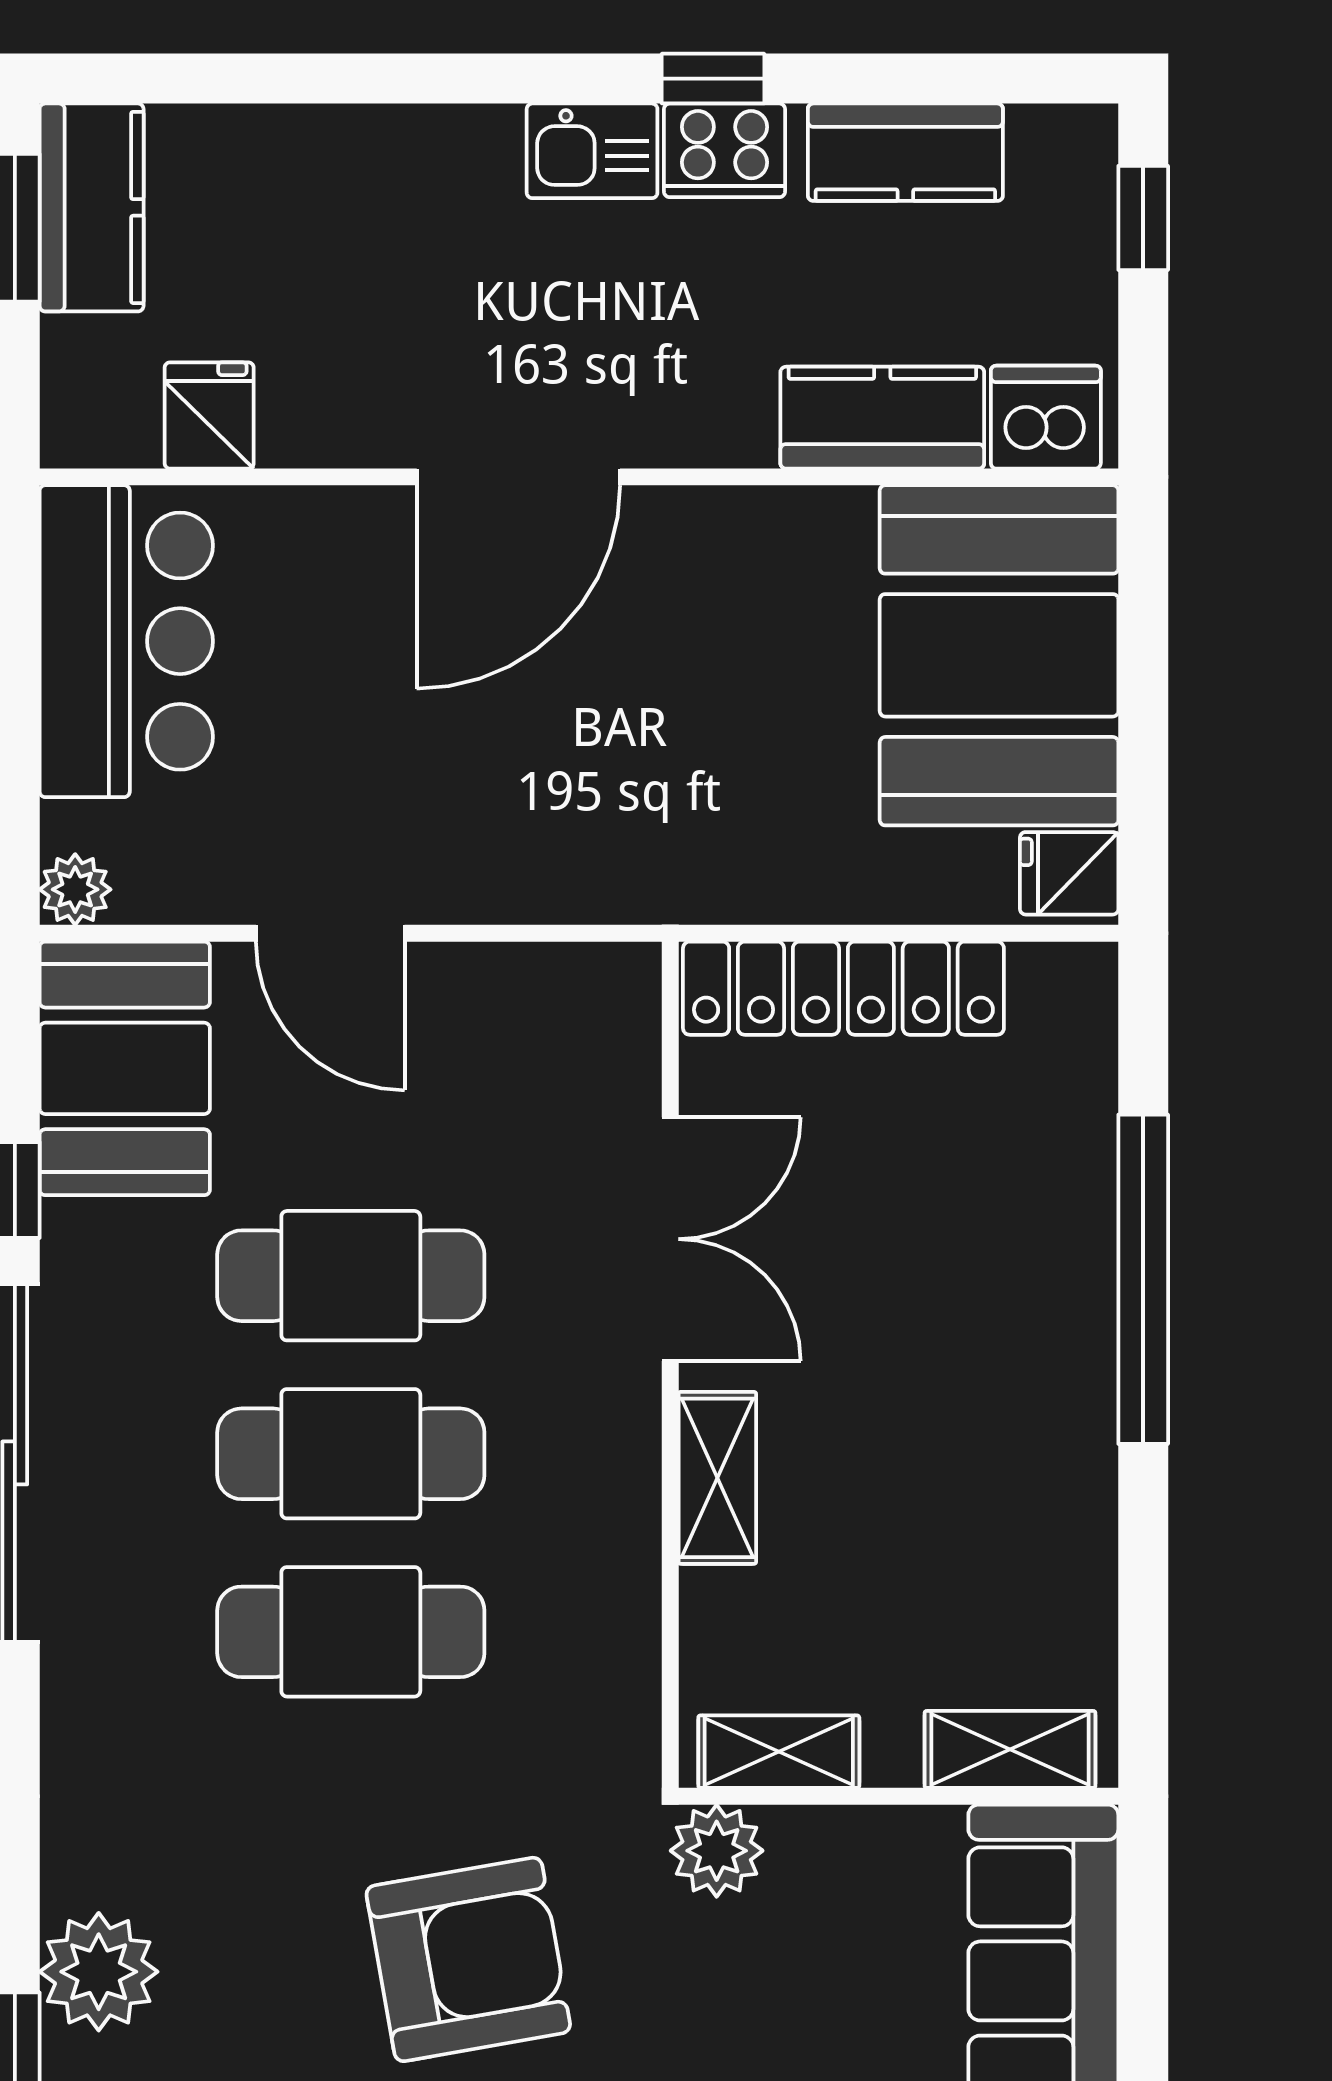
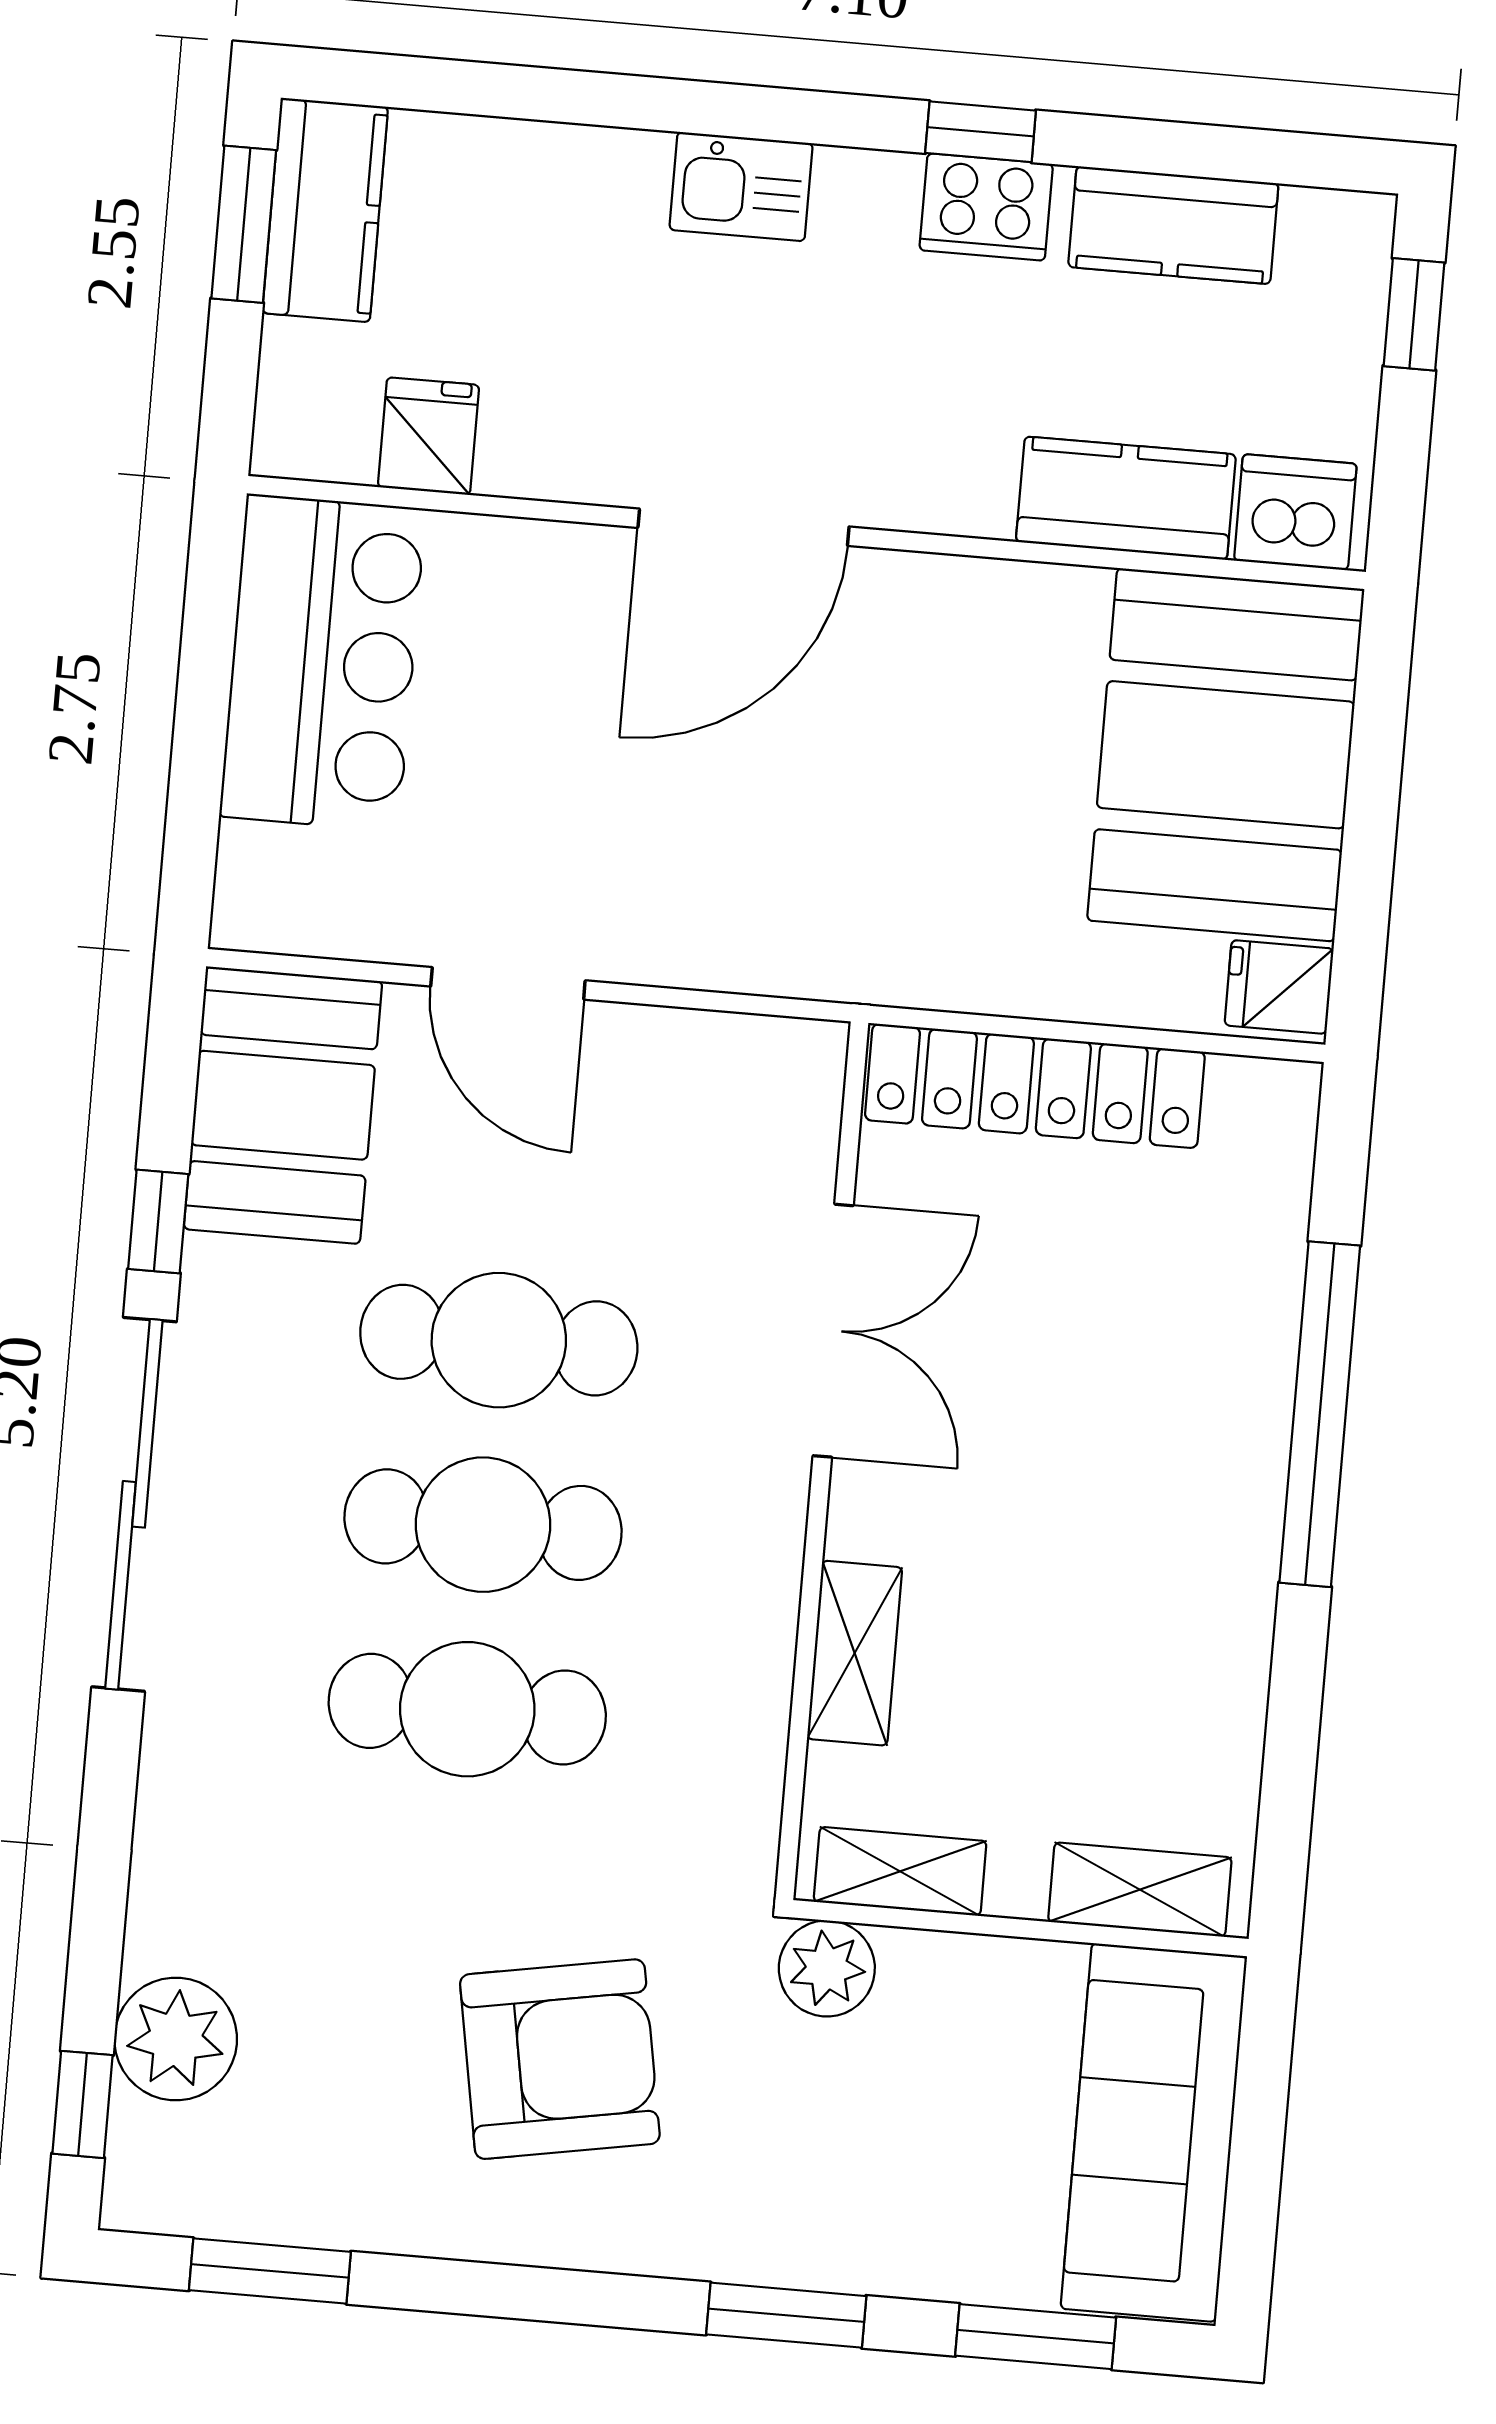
kitchen sink: (592, 151) -> (741, 187), moved
plant: (75, 889) -> (247, 915), removed
shelving: (717, 1478) -> (855, 1653), moved

